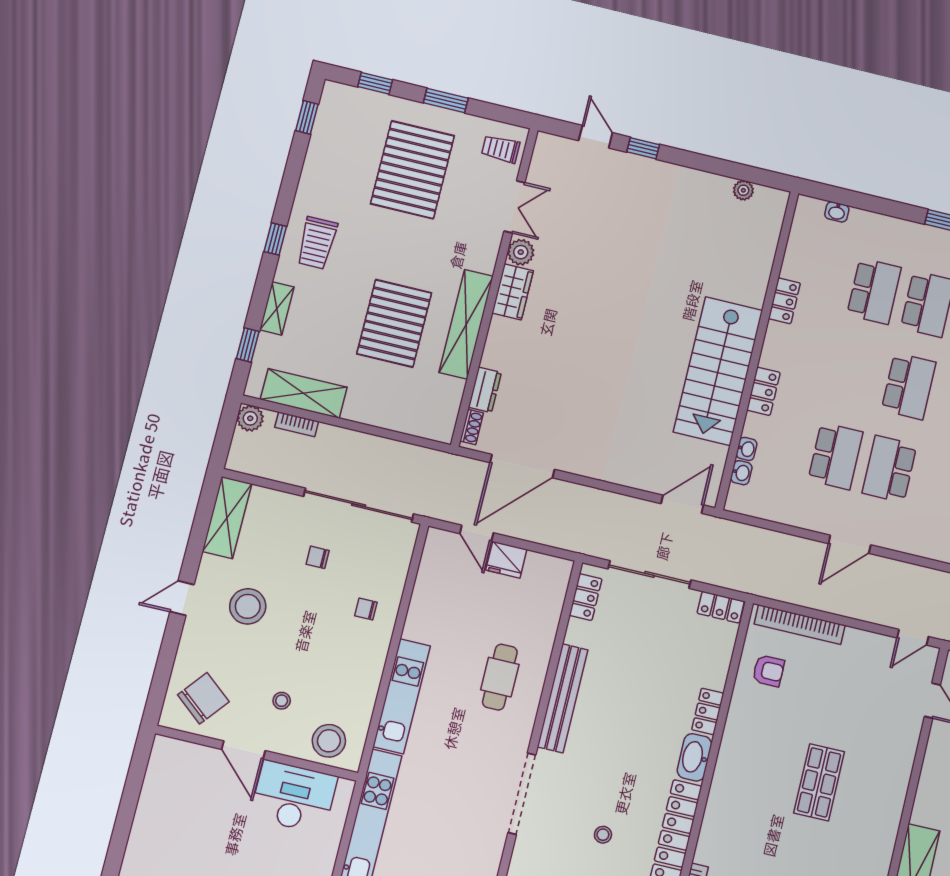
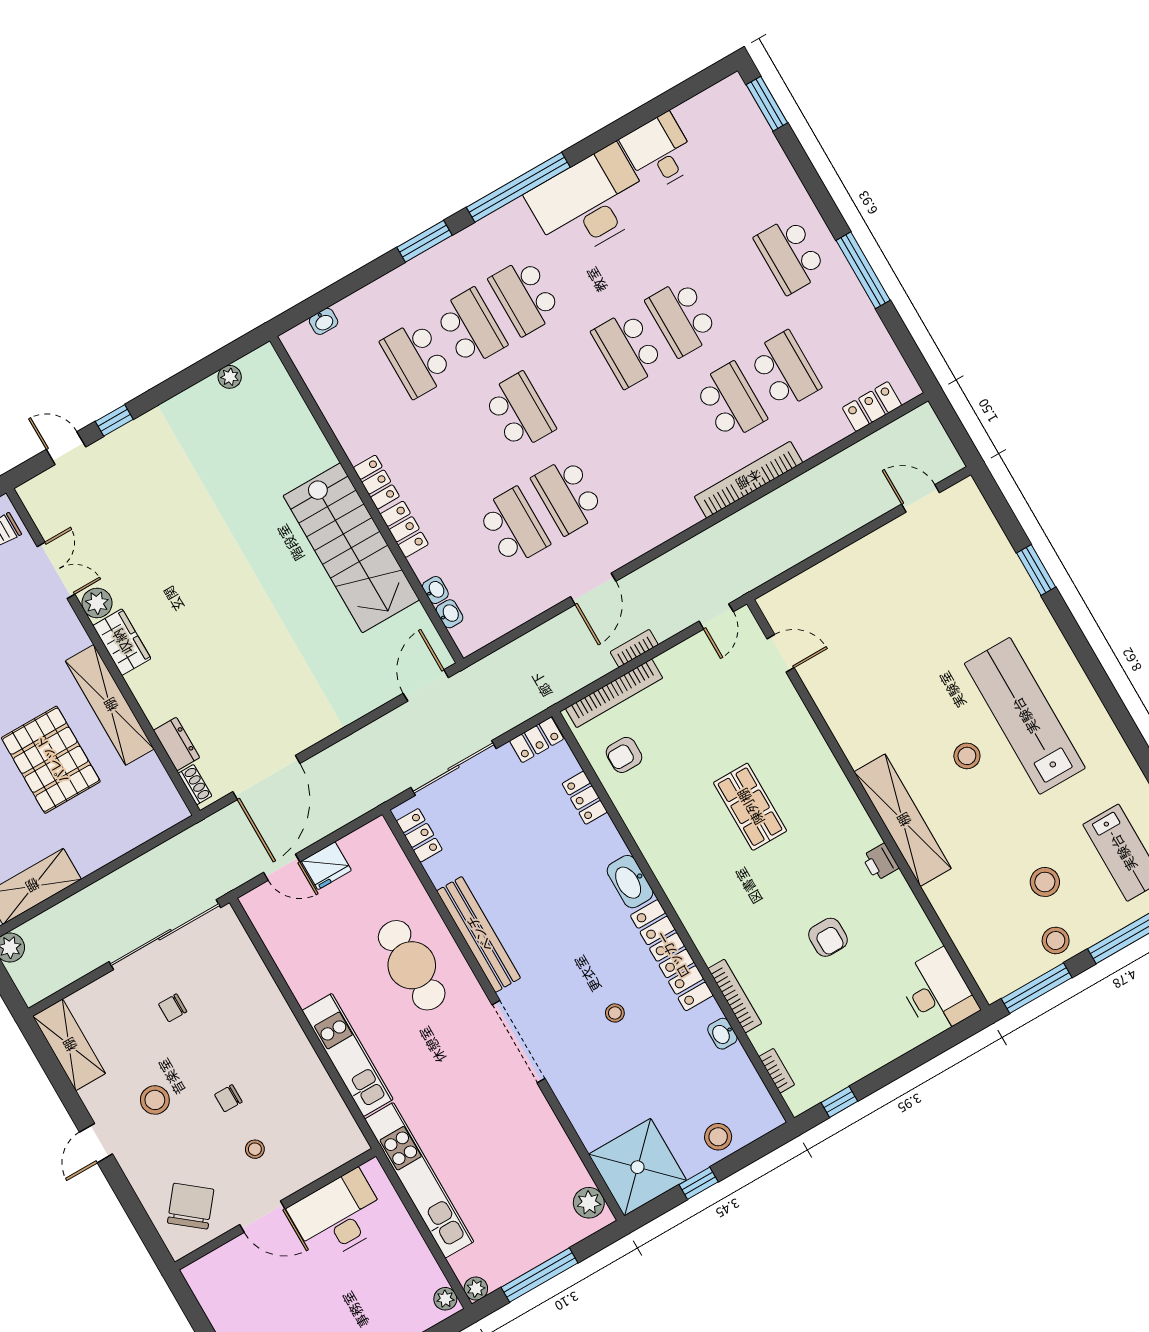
school desk: (874, 291) -> (417, 359), turned 180
locker: (784, 301) -> (376, 482), moved
bookcase: (297, 424) -> (634, 648), moved, turned 180
stool: (248, 606) -> (155, 1100), width x0.73, depth x0.73
chair: (366, 609) -> (228, 1098), moved
armchair: (768, 671) -> (624, 755), turned 180
cafe table: (500, 677) -> (412, 965), width x1.37, depth x1.35
locker: (708, 711) -> (585, 798), moved
stool: (329, 741) -> (323, 1145), removed

